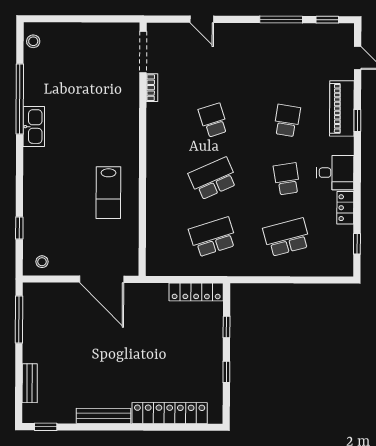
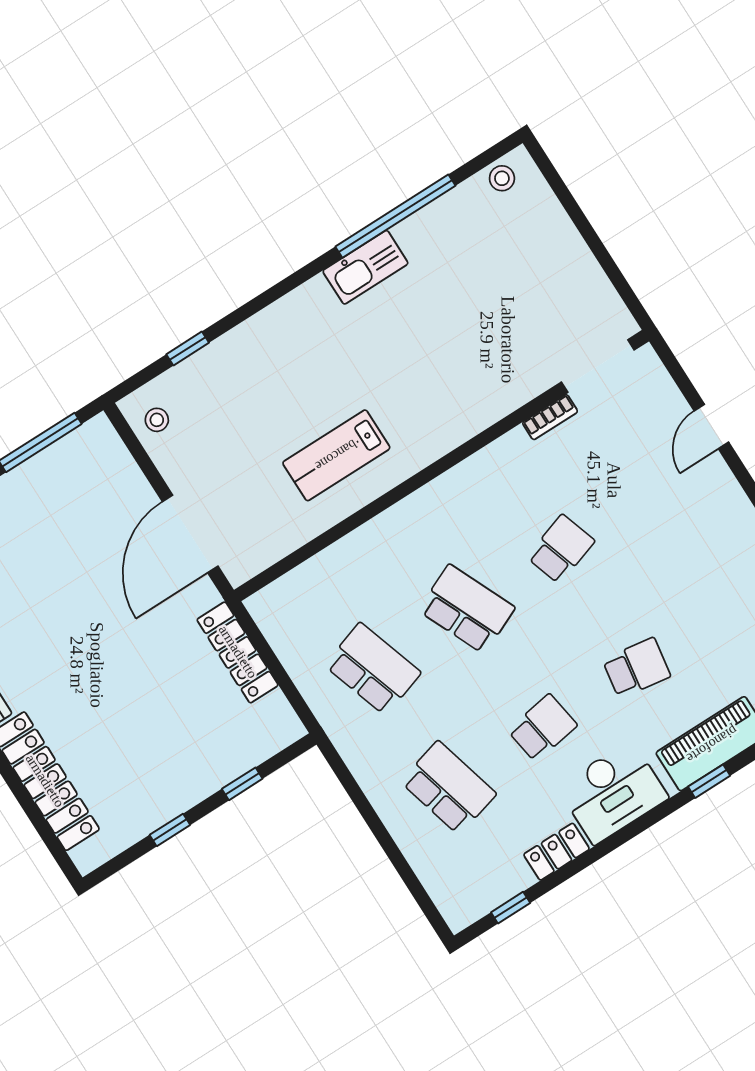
desk: (335, 173) -> (613, 792), width x1.37
locker: (196, 292) -> (238, 652), moved

